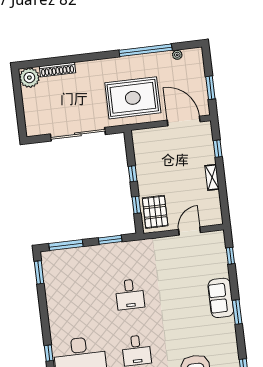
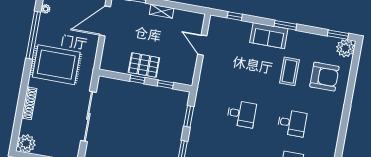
shoe rack: (57, 70) -> (29, 103), moved
rug: (133, 98) -> (56, 65), moved, turned 90
pallet: (155, 212) -> (144, 65), moved
coffee table: (190, 331) -> (290, 71), added

